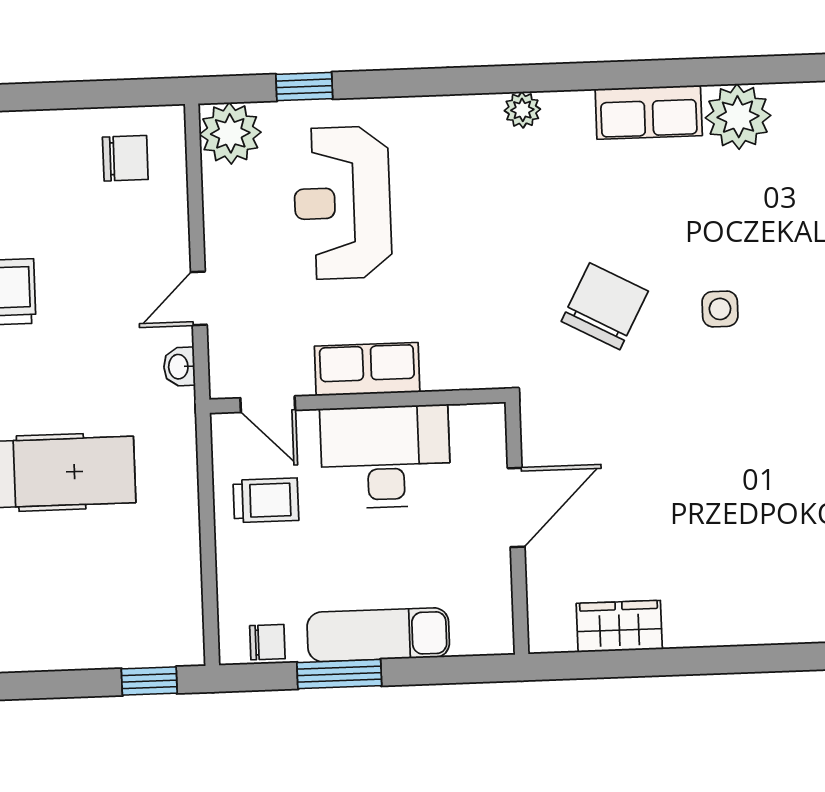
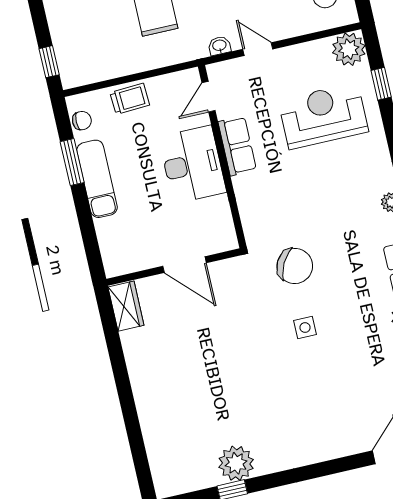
trolley: (266, 500) -> (130, 99), moved, turned -93
door: (516, 507) -> (185, 265), moved
wall: (517, 528) -> (174, 267), moved
chair: (267, 642) -> (82, 121), turned -90

